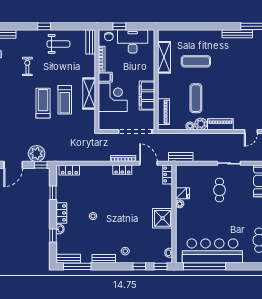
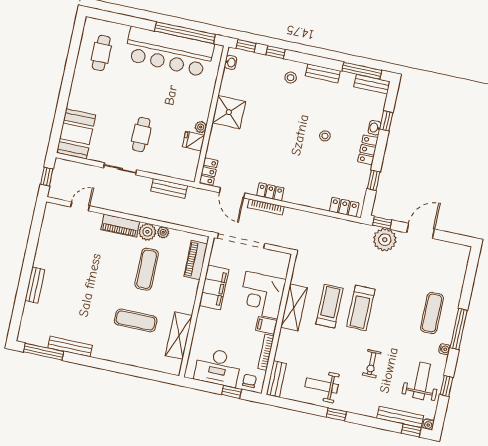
bench: (181, 157) -> (169, 188), moved

